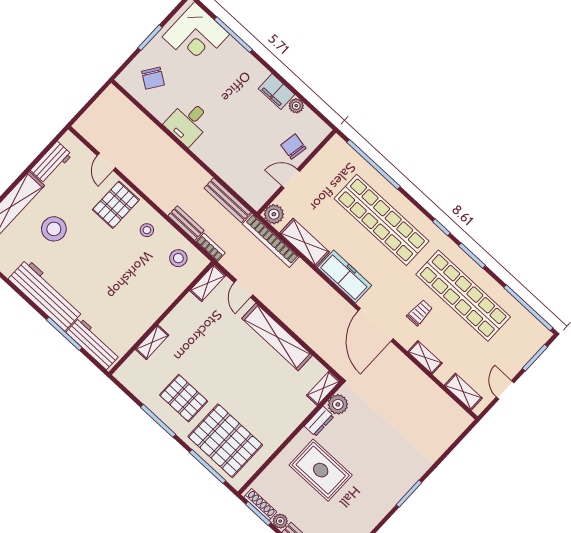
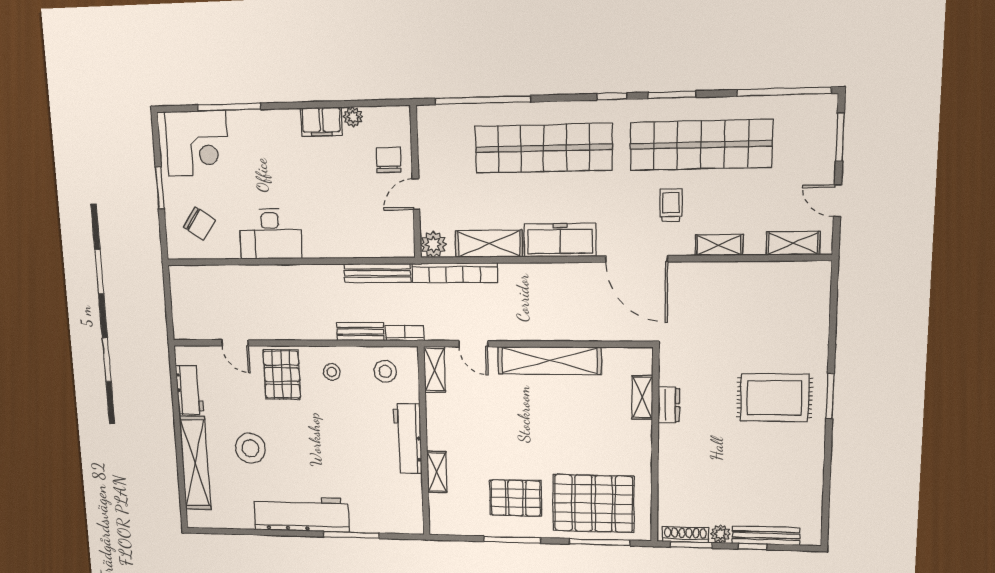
desk: (188, 122) -> (270, 234), width x1.37
chair: (293, 147) -> (389, 160), turned 80
workbench: (93, 344) -> (408, 439), moved, turned -90
shelving: (323, 388) -> (642, 397), moved
plant: (338, 404) -> (672, 372), removed
rug: (321, 470) -> (775, 398), moved

